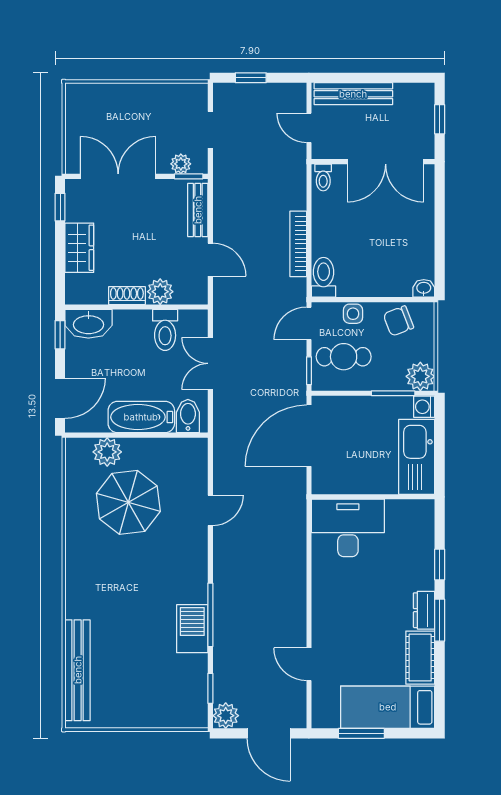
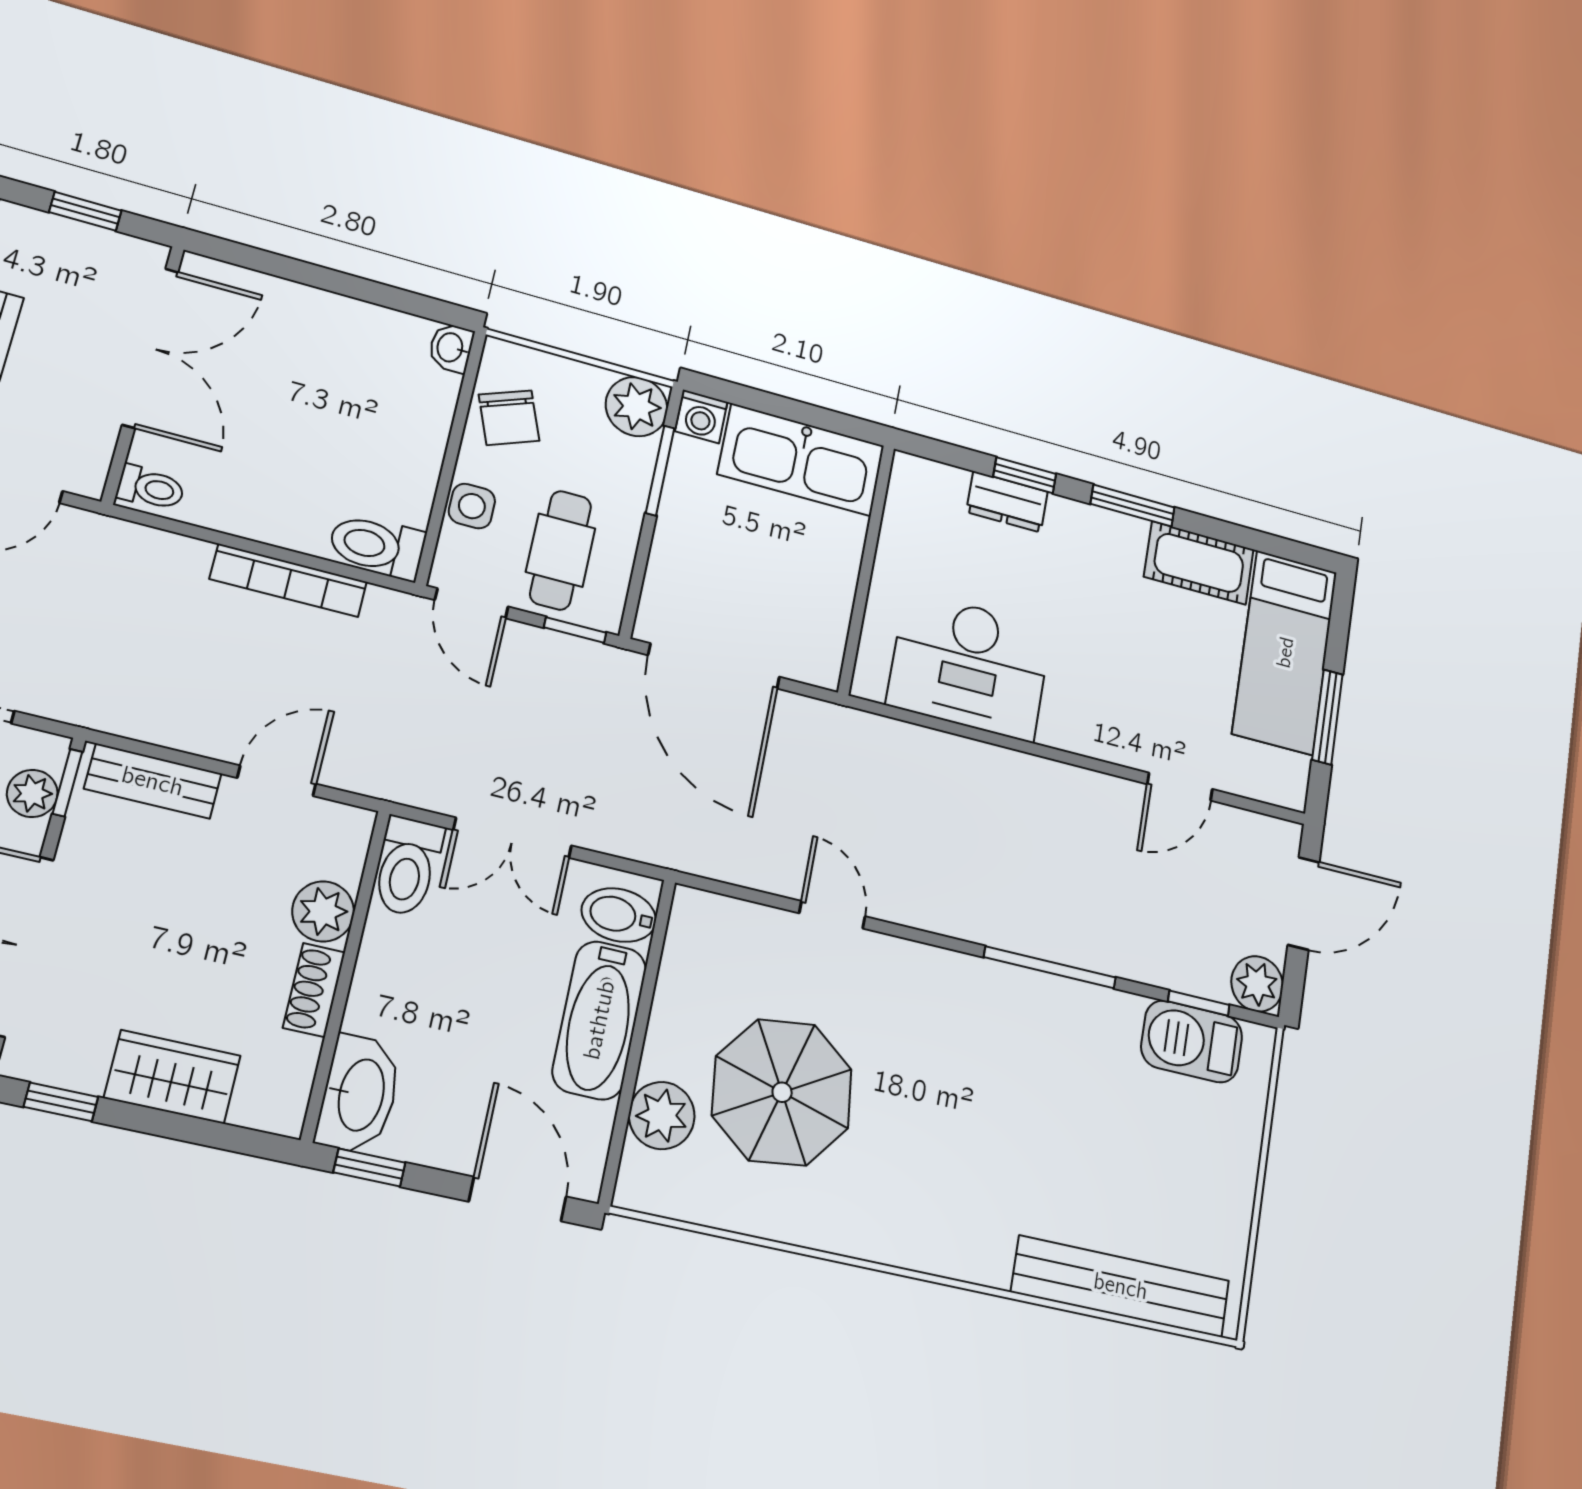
toilet: (165, 330) -> (407, 866), moved, turned 90
desk: (348, 528) -> (970, 666), moved, turned -90
dresser: (424, 610) -> (1007, 502), moved
barbecue: (192, 629) -> (1192, 1041), moved

